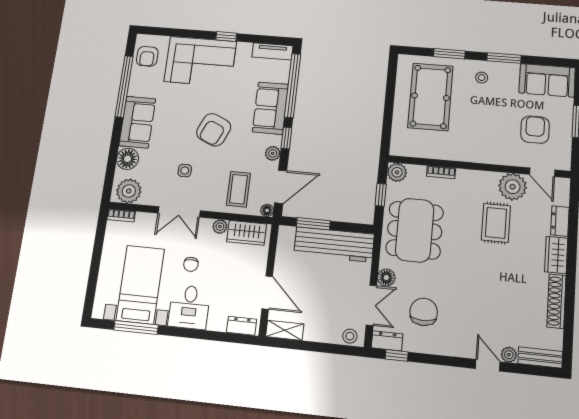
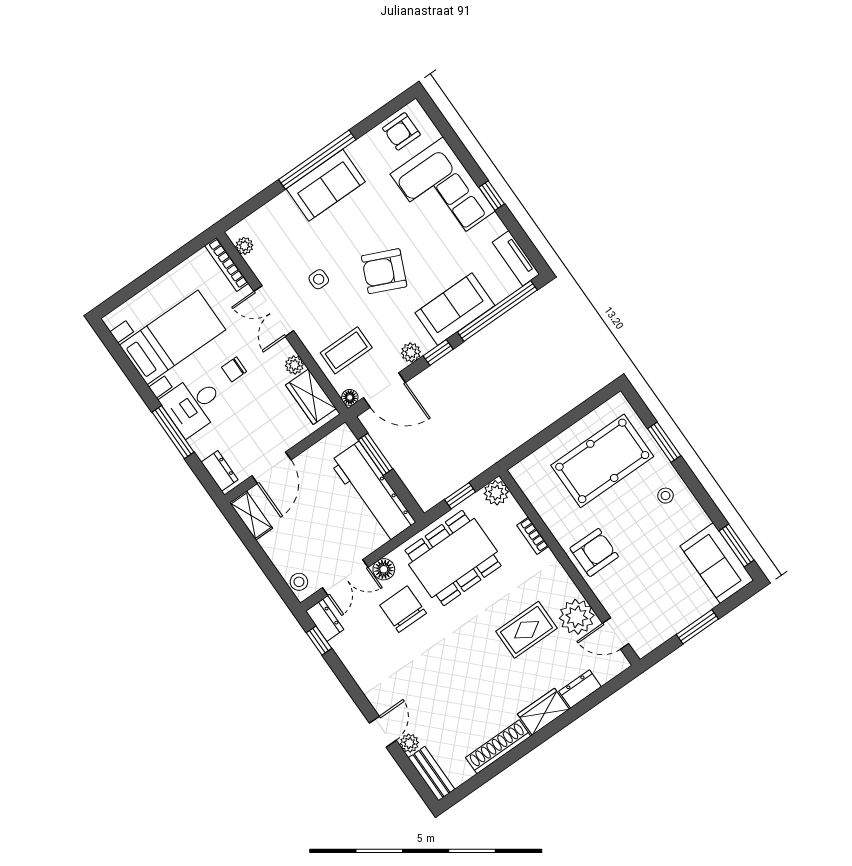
window: (504, 58) -> (737, 545), moved
window: (124, 86) -> (317, 160), moved
armchair: (535, 130) -> (594, 552), moved
floor lamp: (128, 159) -> (281, 210), removed
door: (542, 172) -> (616, 634), hinge flipped
plant: (129, 191) -> (244, 246), width x0.53, depth x0.53
bookcase: (121, 215) -> (227, 264), width x1.56
chair: (424, 312) -> (403, 609), moved, turned -90
window: (136, 327) -> (173, 432), moved

